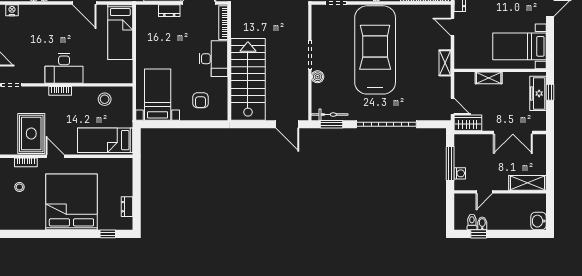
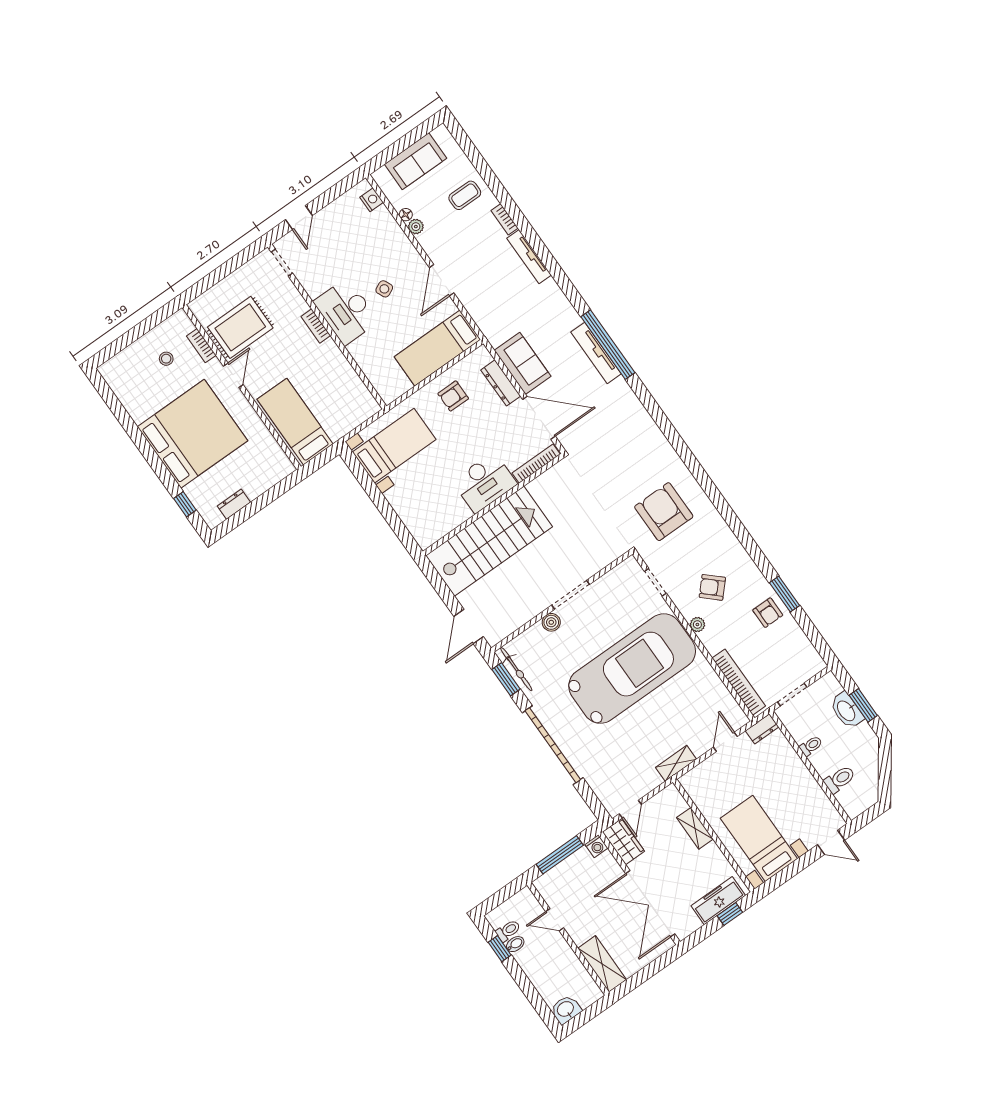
dresser: (169, 11) -> (501, 383), width x1.44
side table: (66, 38) -> (384, 289), added
stool: (105, 99) -> (344, 386), removed
armchair: (201, 100) -> (453, 396), moved
double door: (513, 132) -> (650, 904), width x1.36
washing machine: (460, 173) -> (596, 846), moved

